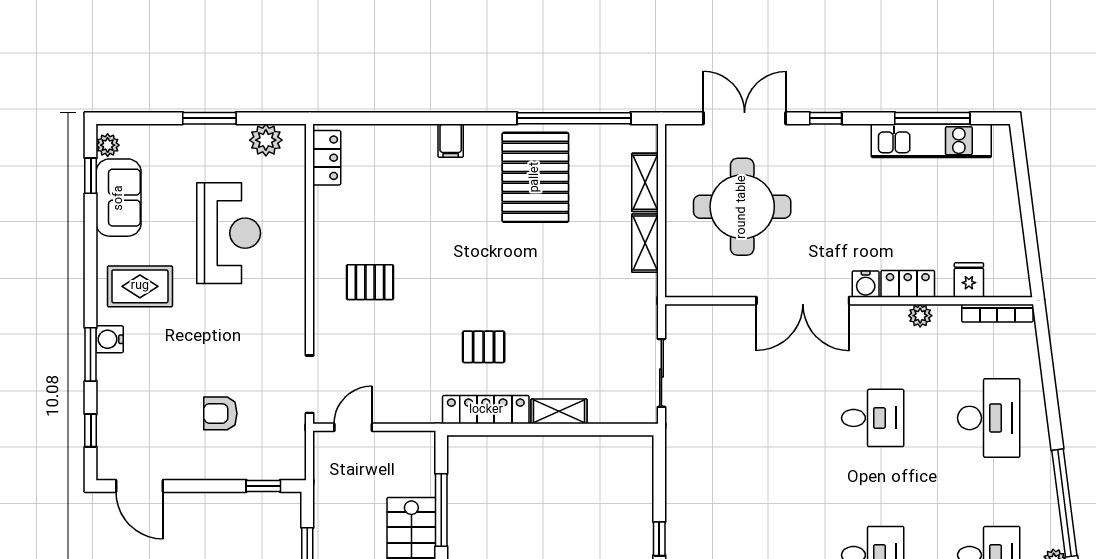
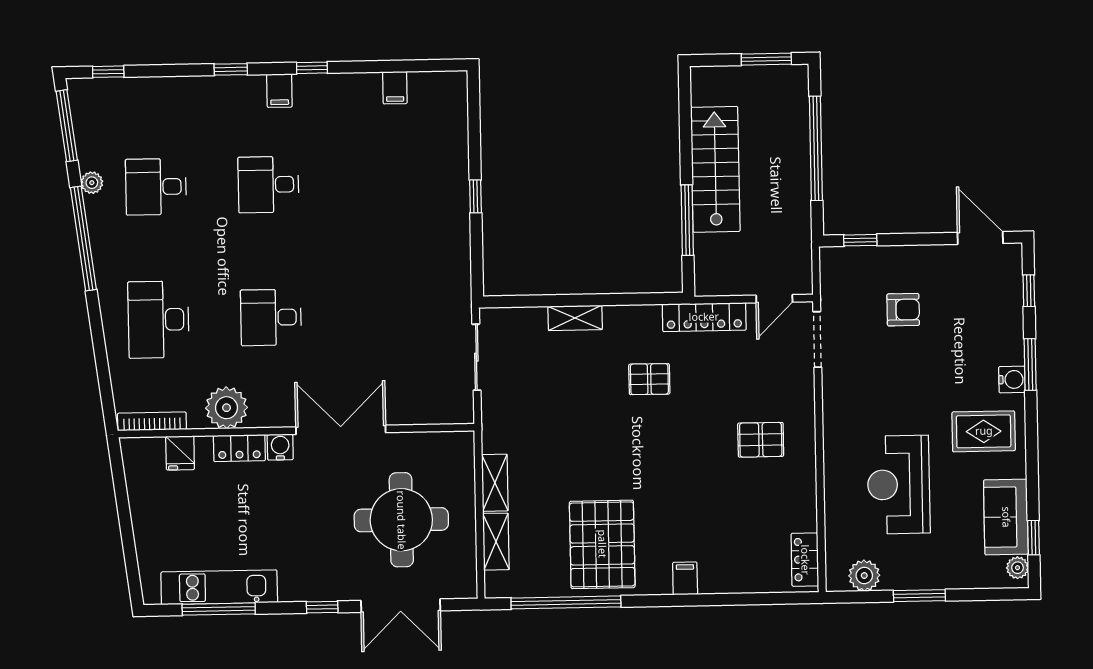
plant: (920, 316) -> (227, 408), width x1.88, depth x1.88
locker: (486, 410) -> (704, 317), moved

